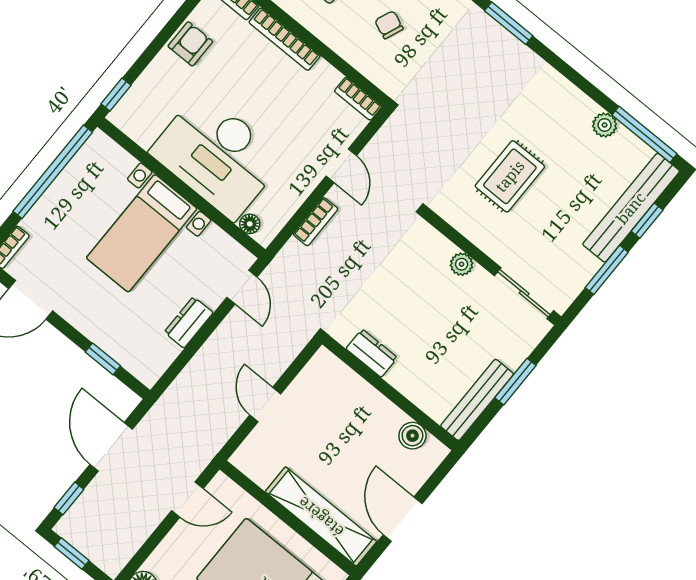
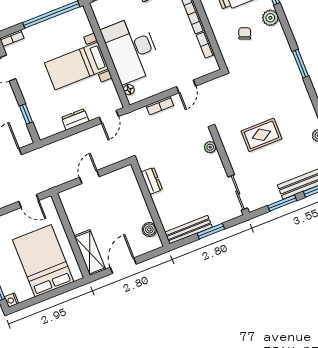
bookcase: (358, 99) -> (205, 45), moved
plant: (462, 264) -> (210, 147), moved
shelving: (321, 517) -> (90, 253), width x0.68

